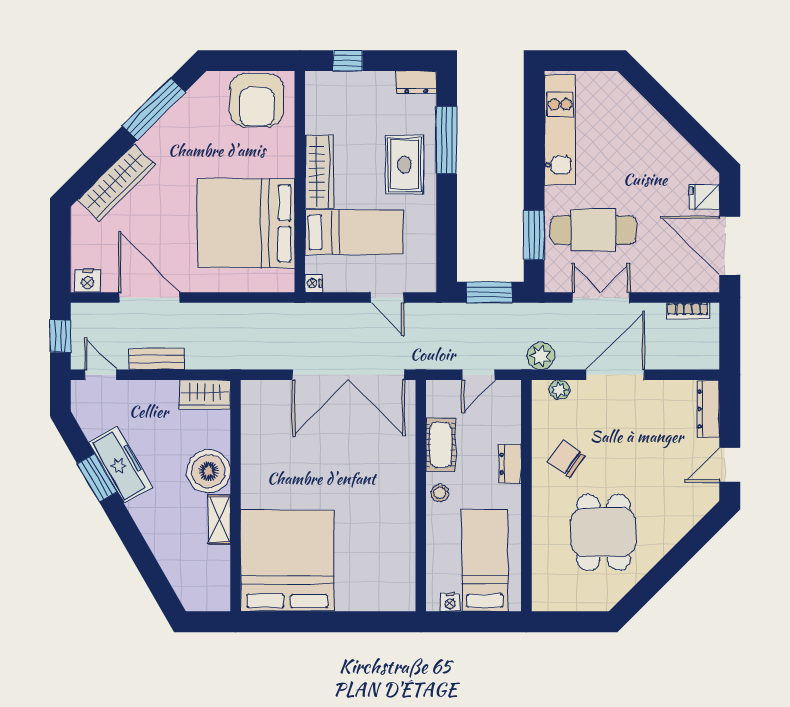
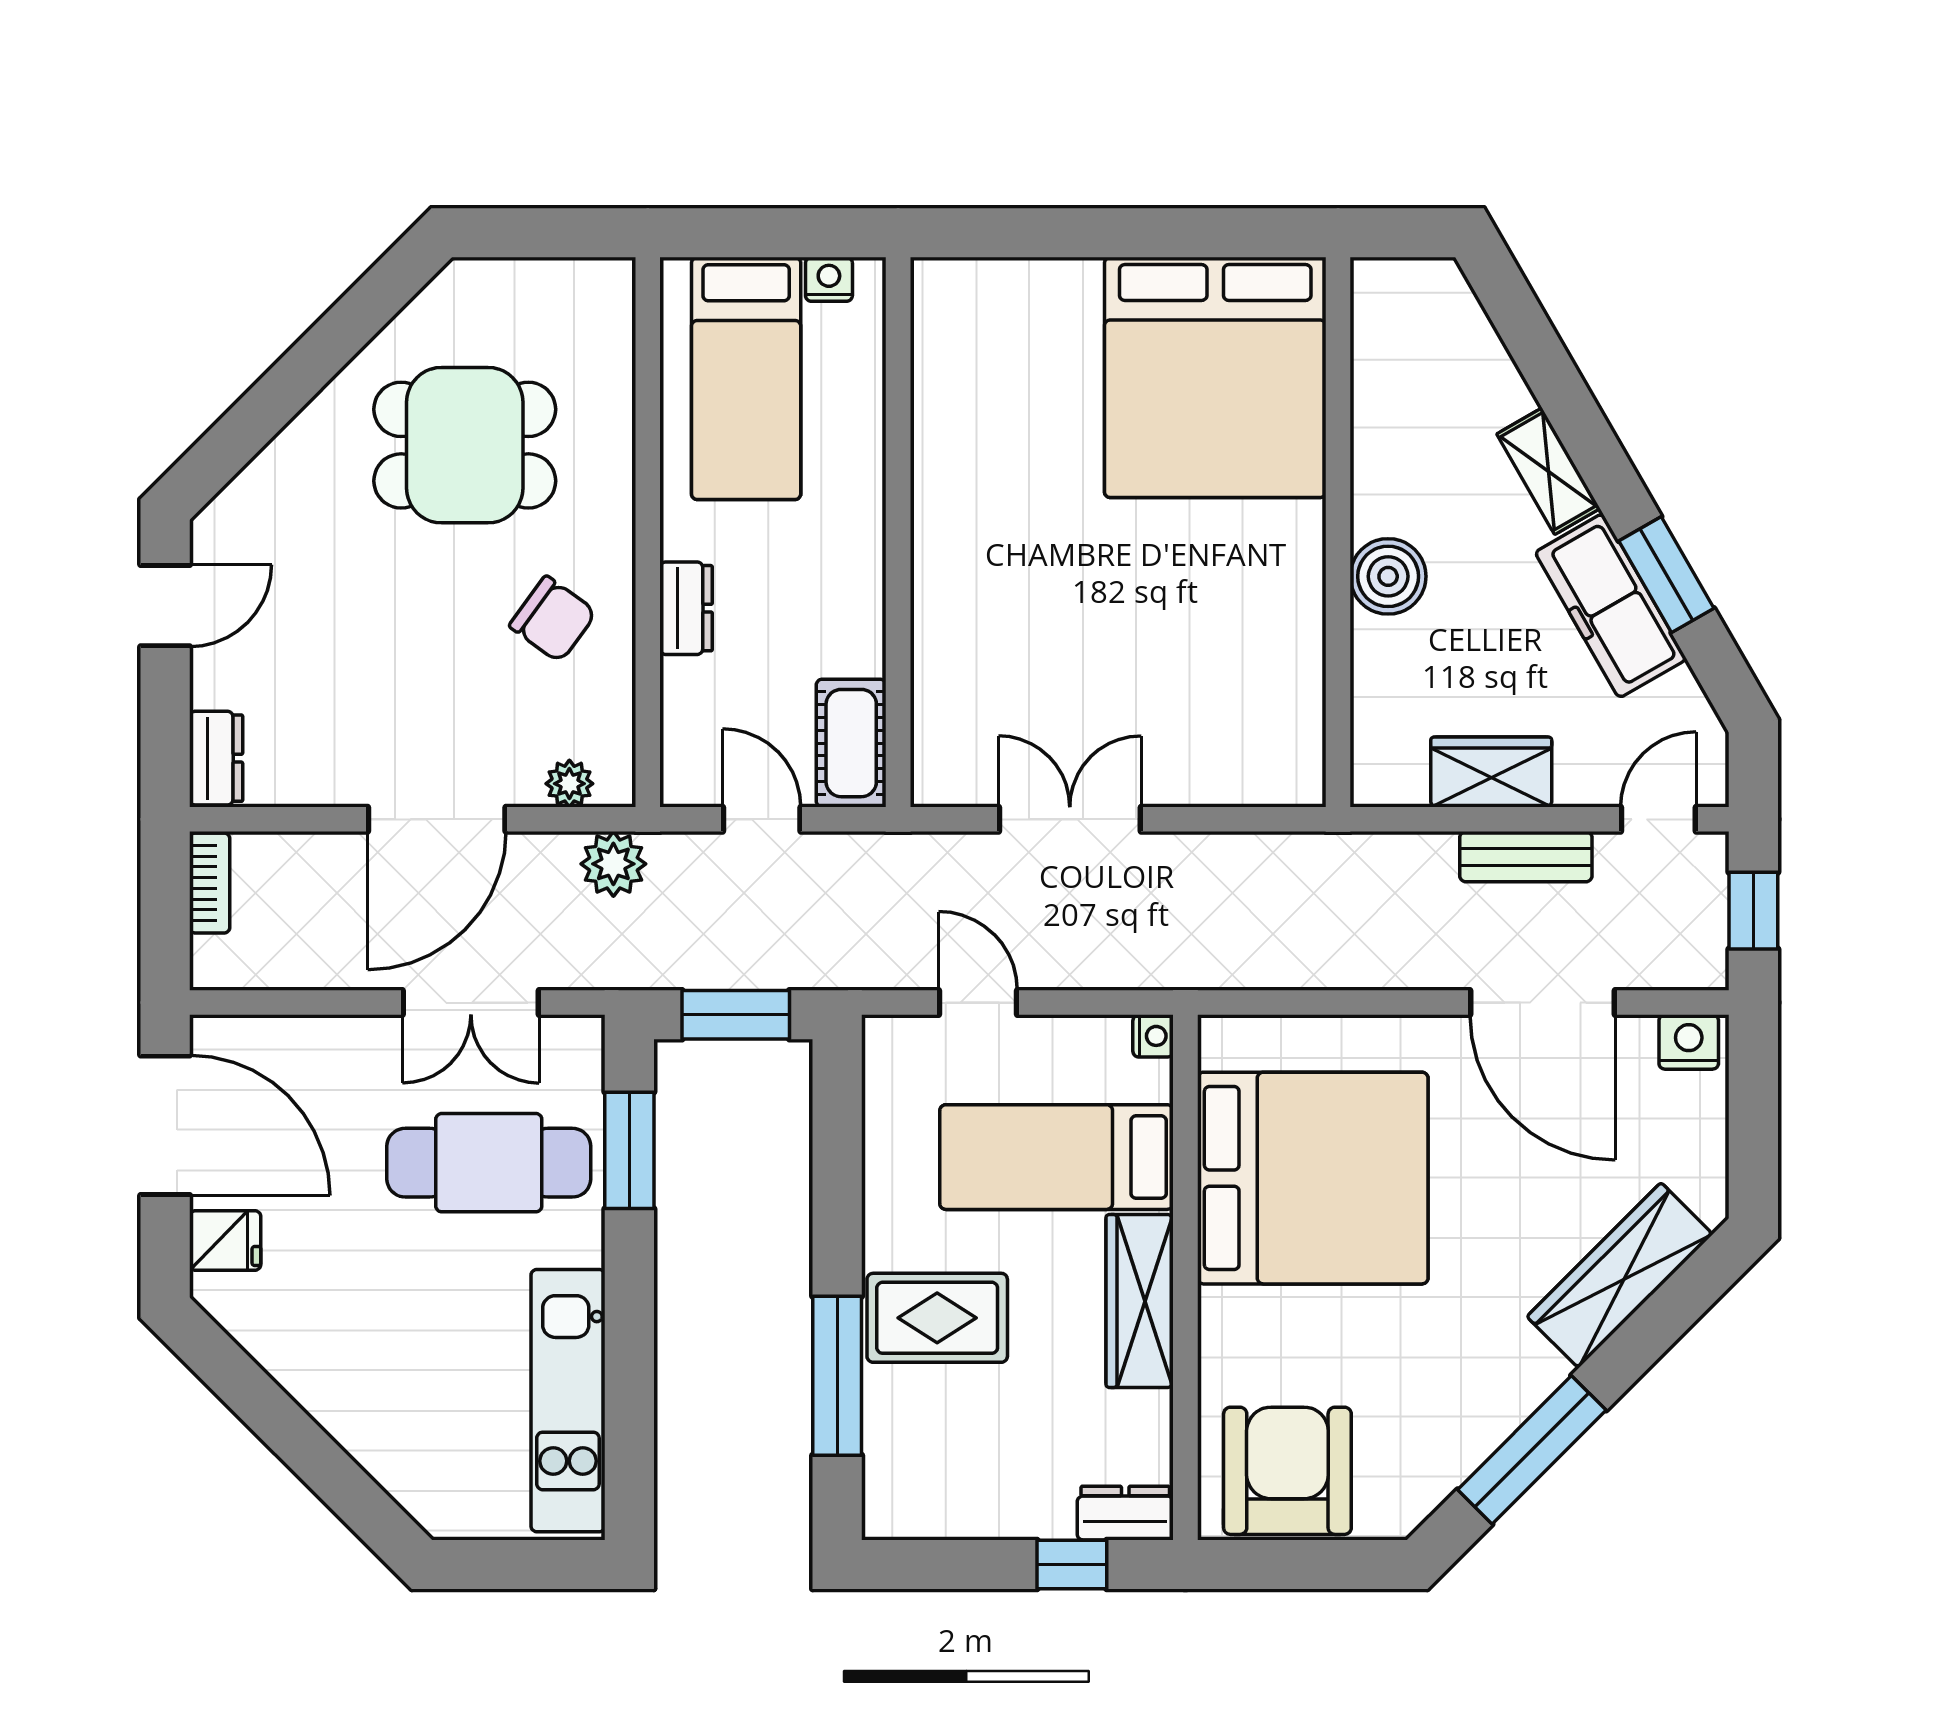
dresser: (416, 82) -> (1125, 1513), moved
rug: (404, 165) -> (937, 1318), turned 90
bookcase: (688, 311) -> (210, 883), moved, turned 90
door: (100, 375) -> (1658, 819), swing flipped
double door: (349, 375) -> (1070, 819), width x0.54
door: (478, 375) -> (762, 819), hinge flipped
wardrobe: (205, 395) -> (1491, 772), moved
dresser: (708, 409) -> (216, 758), width x0.70
cot: (441, 445) -> (851, 743), moved
boiler: (209, 471) -> (1388, 576), width x0.73, depth x0.73
stool: (440, 493) -> (853, 539), removed
shelving: (219, 520) -> (1548, 471), moved, turned -30
dining table: (603, 532) -> (465, 445), turned 90

